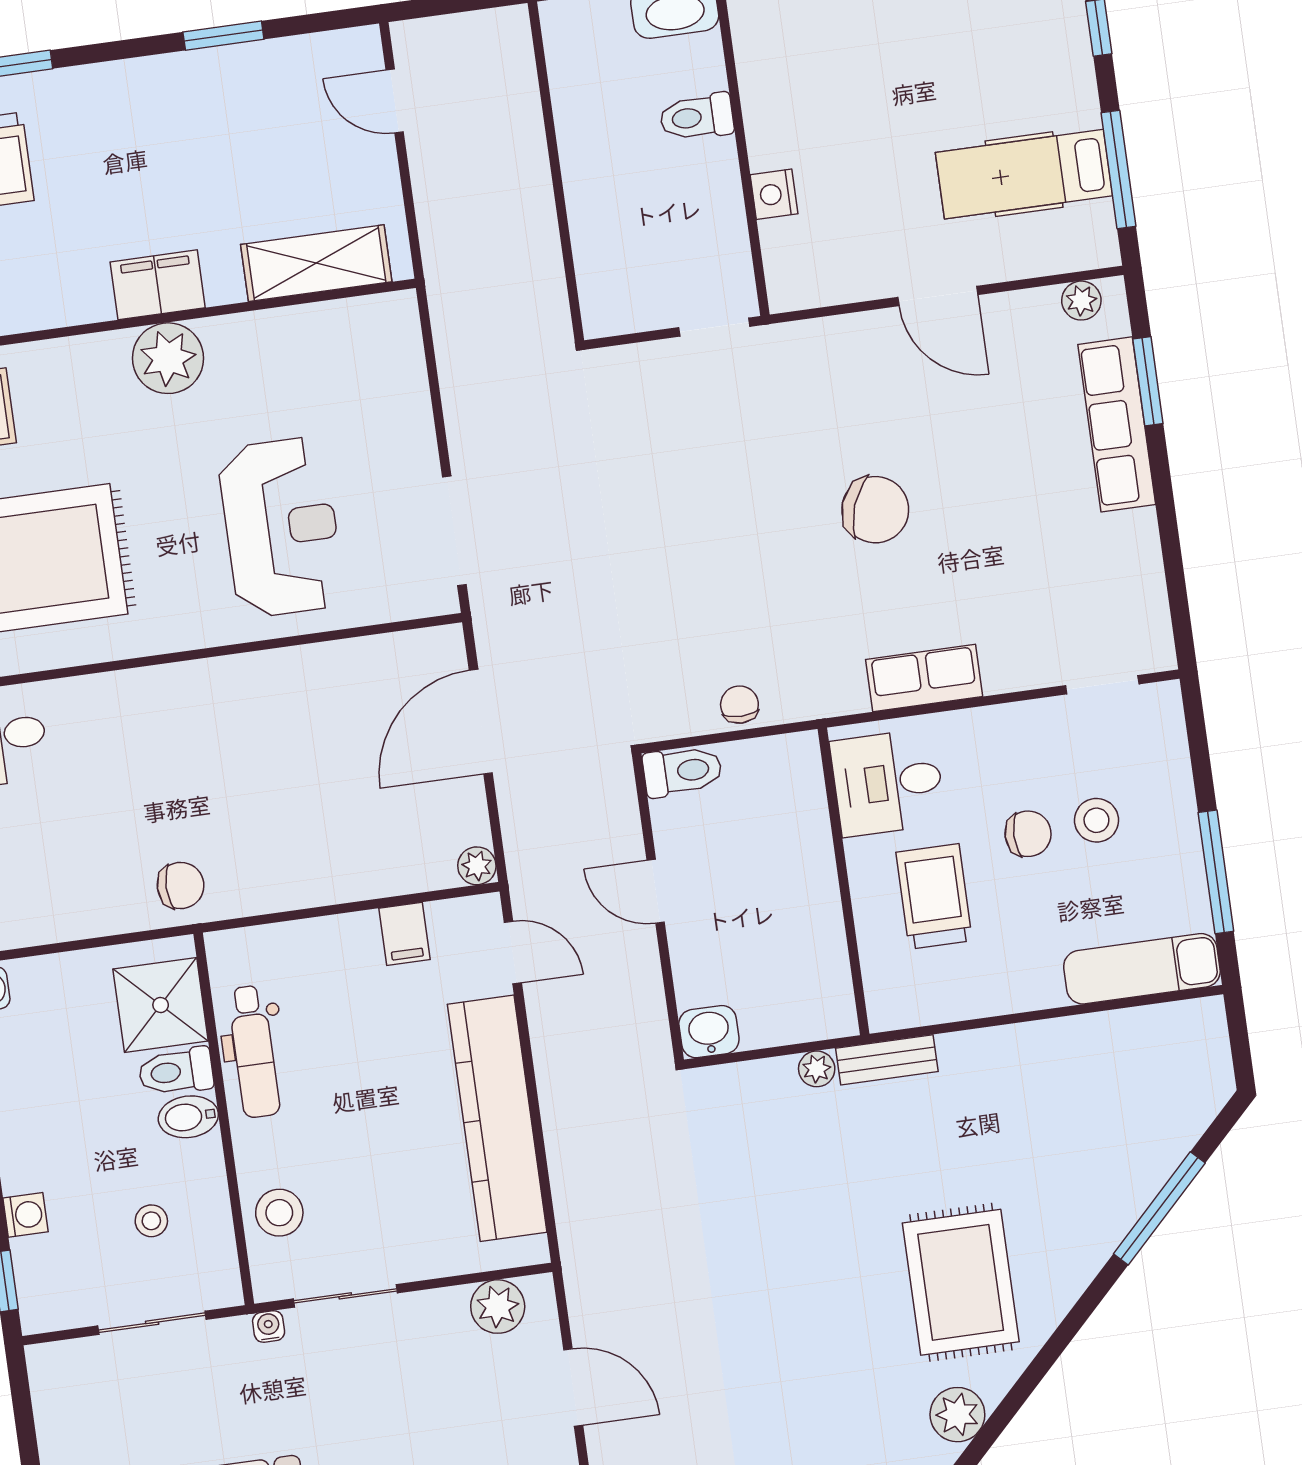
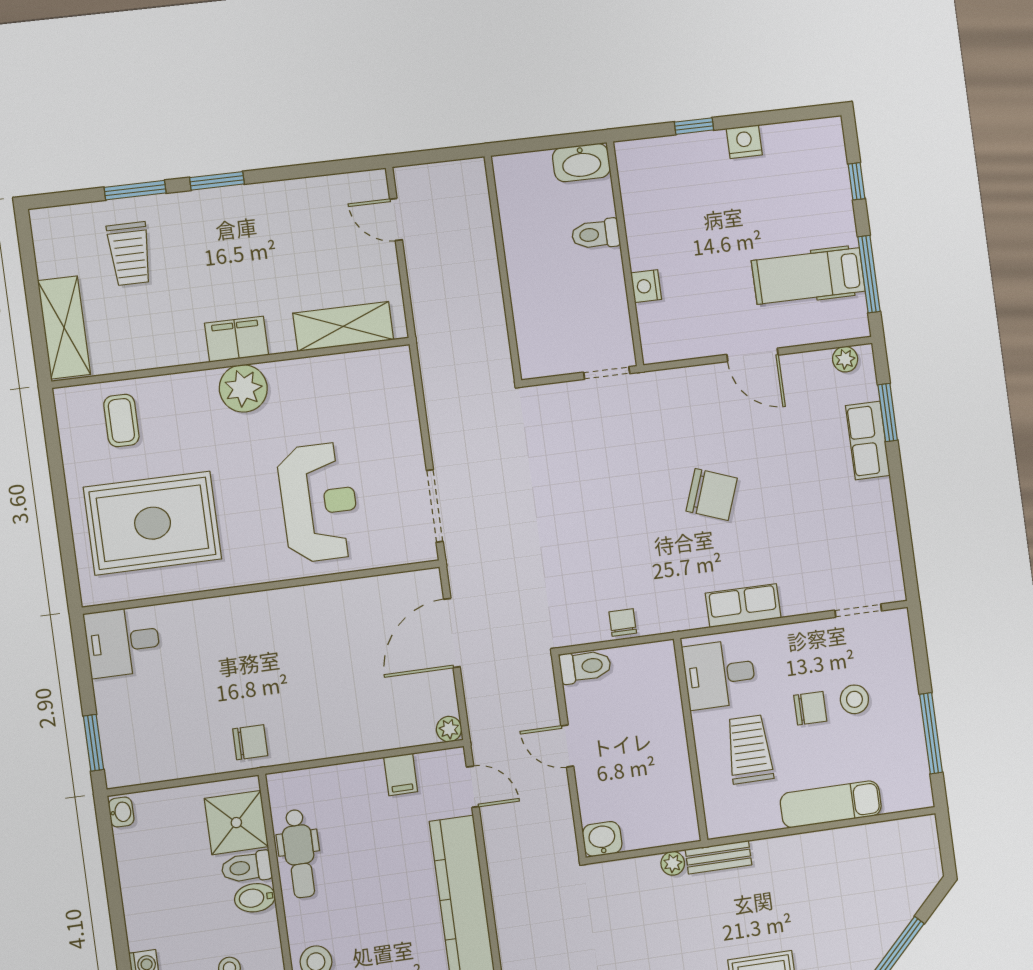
window: (223, 36) -> (217, 181), moved
row of seats: (1117, 424) -> (868, 440), width x0.68
exam couch: (1142, 969) -> (831, 804), moved

